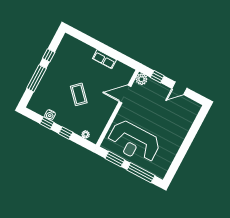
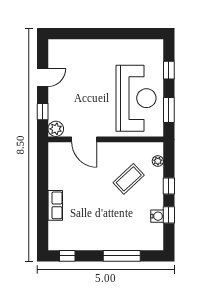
window: (49, 55) -> (67, 256), moved
row of seats: (104, 59) -> (55, 205), moved
door: (179, 88) -> (43, 77), hinge flipped
coffee table: (79, 94) -> (129, 179), moved
window: (141, 173) -> (169, 70), width x0.46

